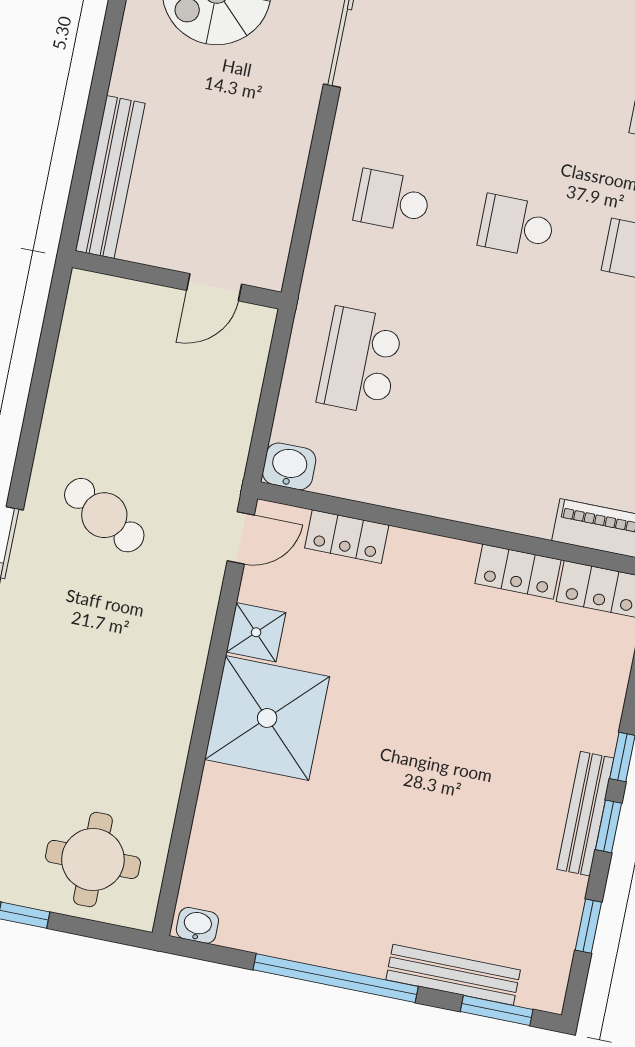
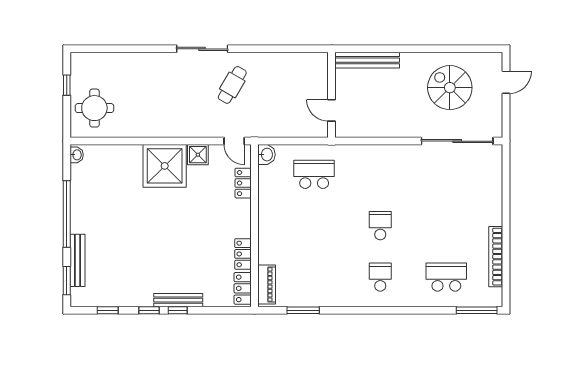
school desk: (392, 201) -> (380, 174), removed
bench: (585, 814) -> (178, 300), moved

